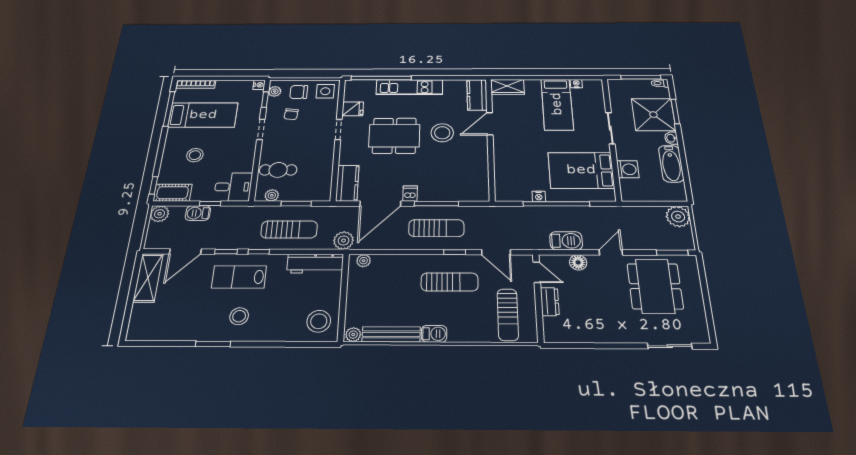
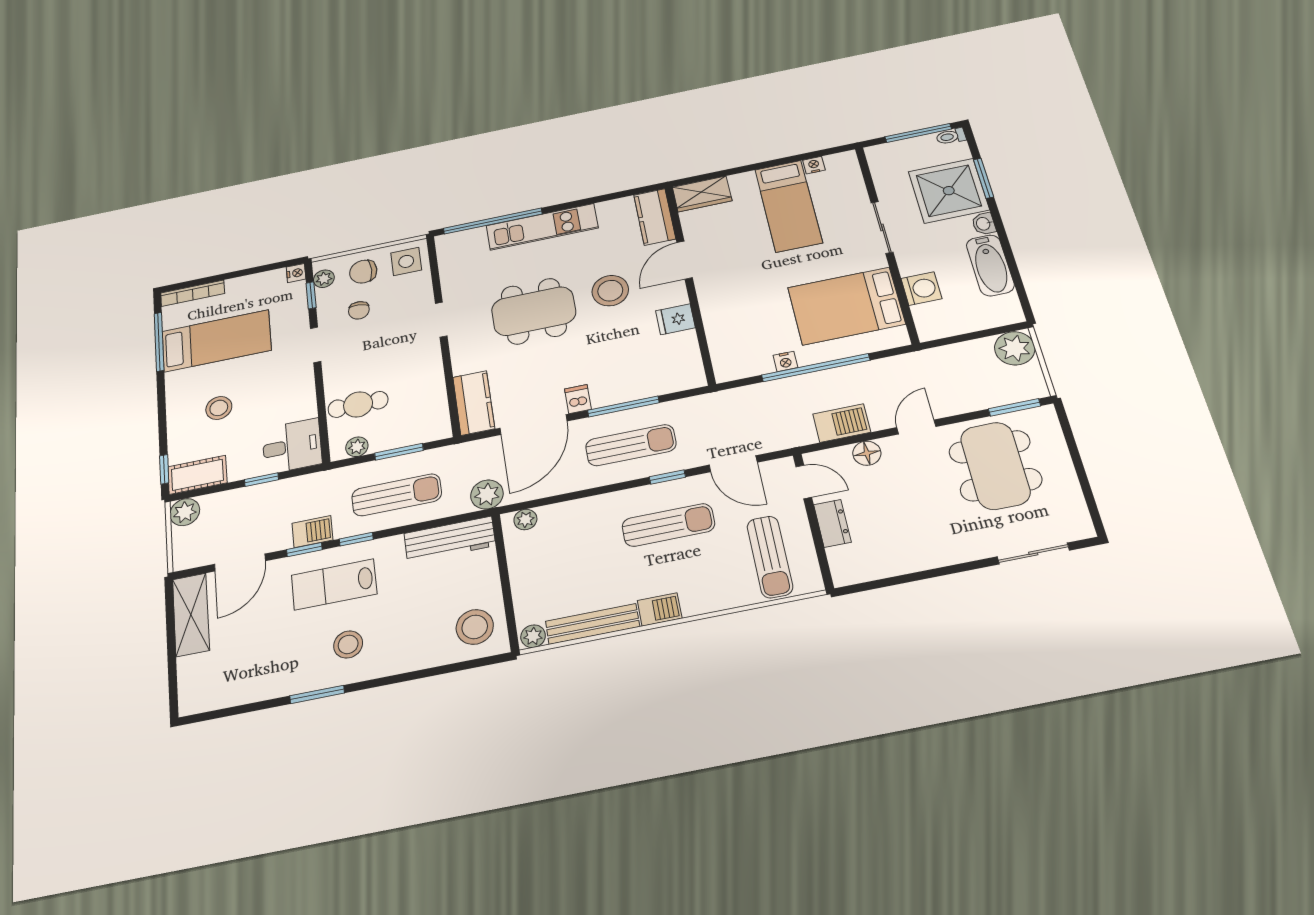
fridge: (353, 109) -> (675, 319), moved, turned 180
barbecue: (198, 213) -> (312, 532), moved, turned 180

